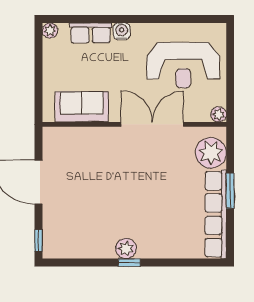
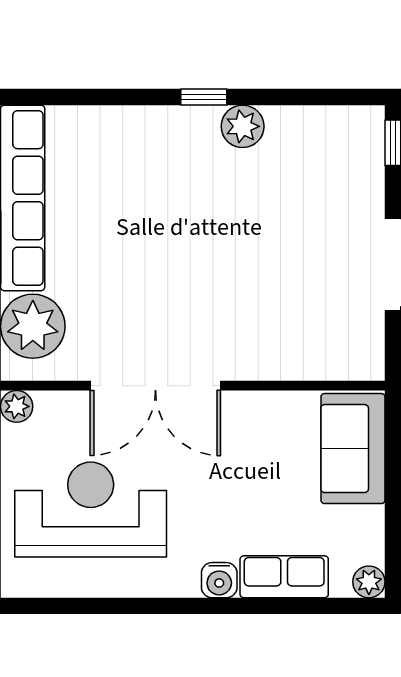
sofa: (82, 107) -> (353, 449), moved, turned 90
plant: (126, 248) -> (243, 126), moved

